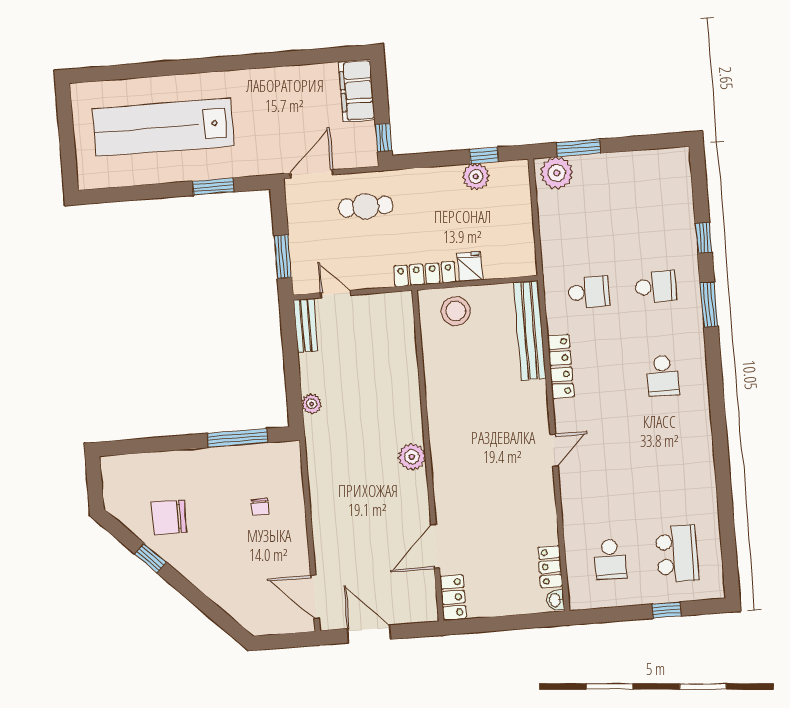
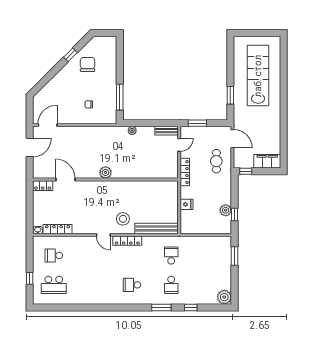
plant: (557, 173) -> (224, 297), moved
locker: (425, 274) -> (185, 172), moved
school desk: (589, 292) -> (171, 255), turned 180
stool: (456, 311) -> (123, 219), moved
locker: (561, 366) -> (127, 241), moved
locker: (550, 567) -> (58, 229), width x1.53

